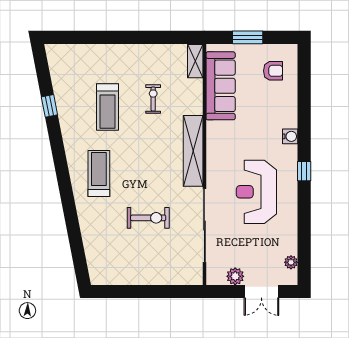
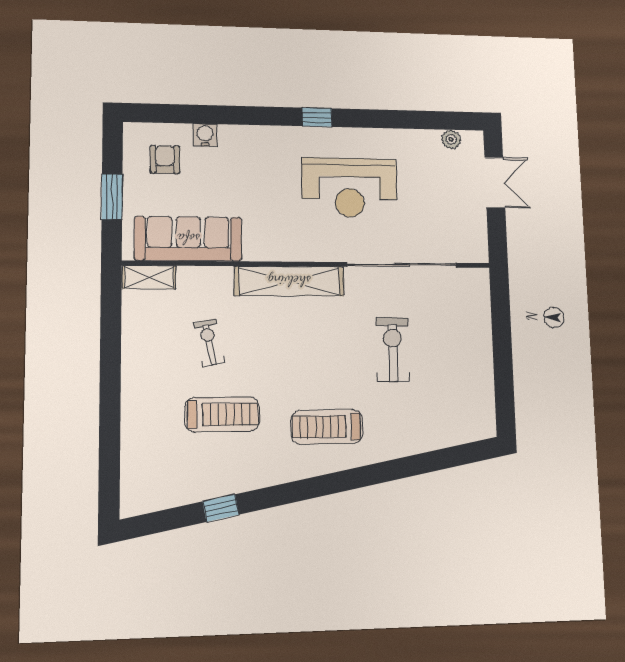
exercise bike: (153, 99) -> (209, 343), turned 78
water cooler: (290, 136) -> (205, 135), moved
plant: (235, 276) -> (475, 220), removed

